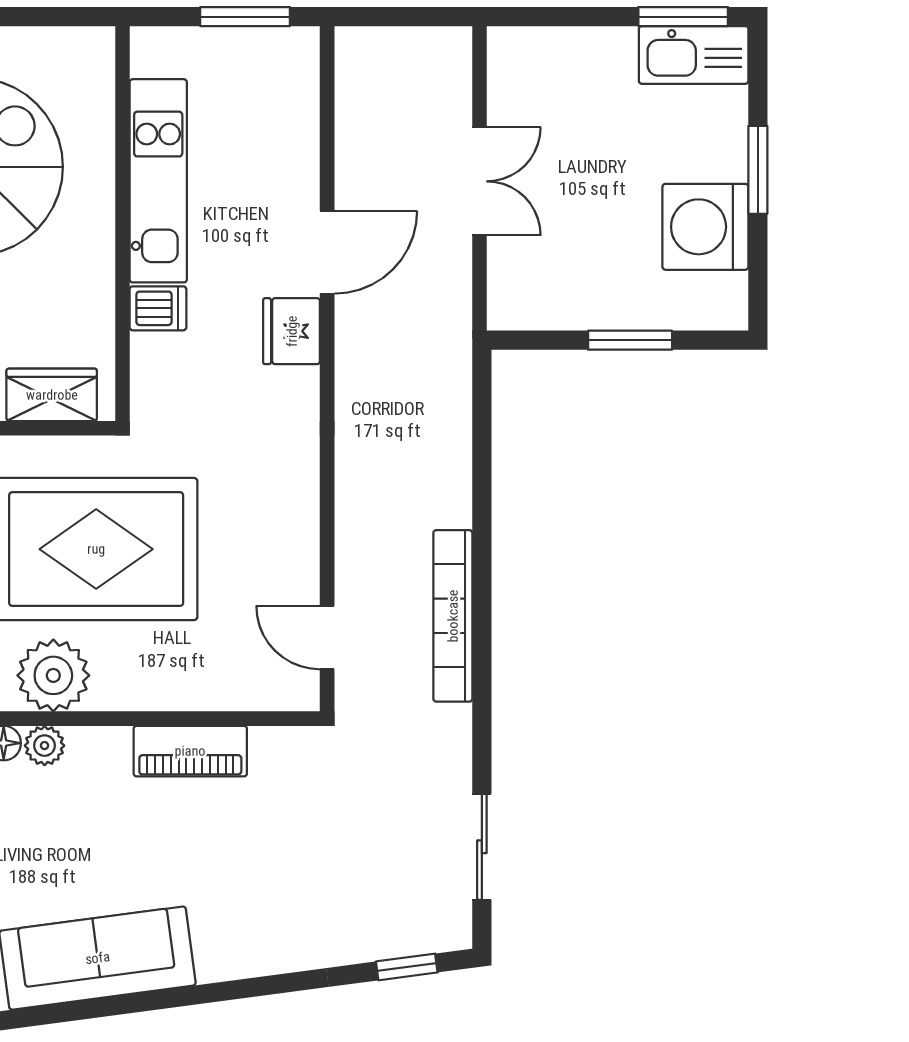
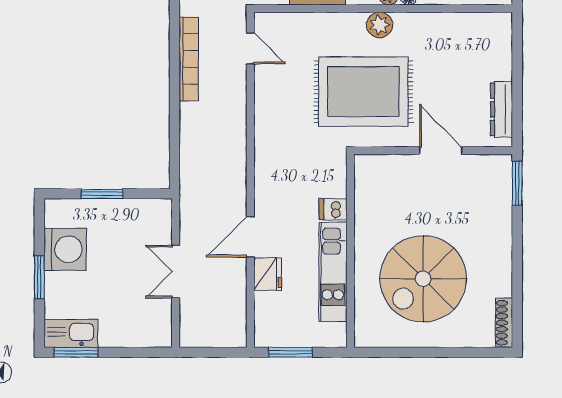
fridge: (292, 331) -> (268, 274), moved
wardrobe: (52, 395) -> (385, 167), removed
plant: (53, 675) -> (380, 25), width x0.73, depth x0.73

